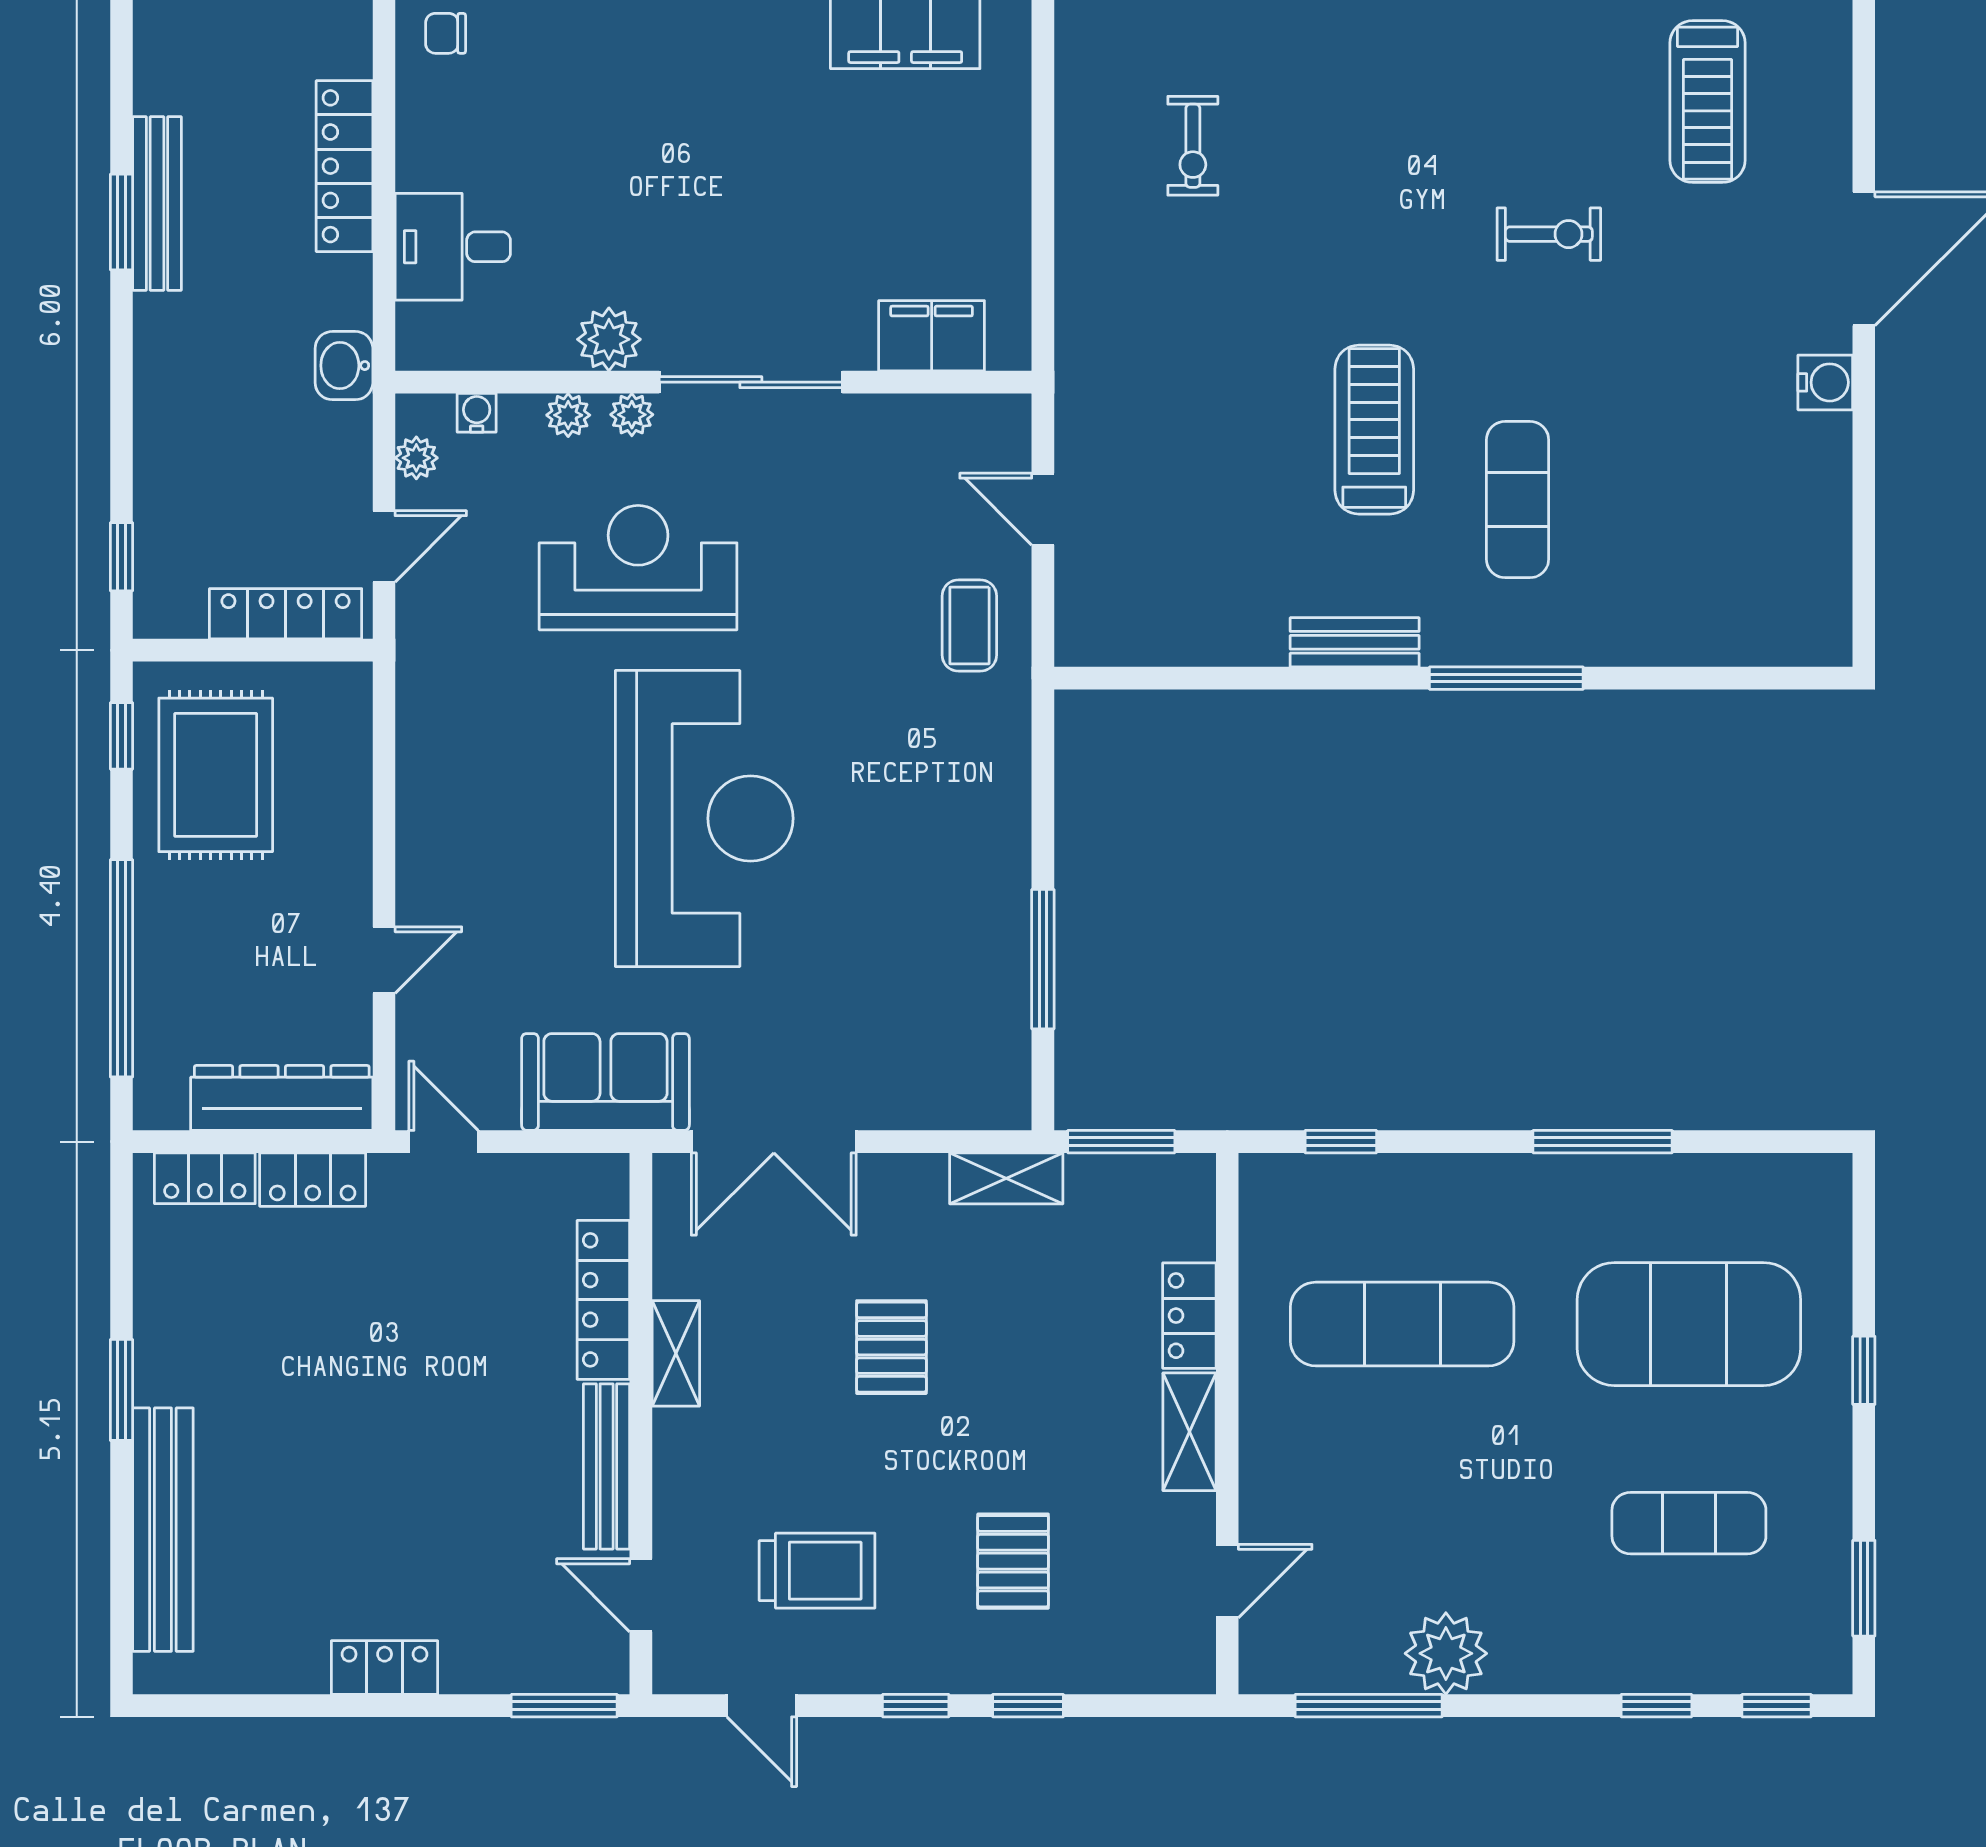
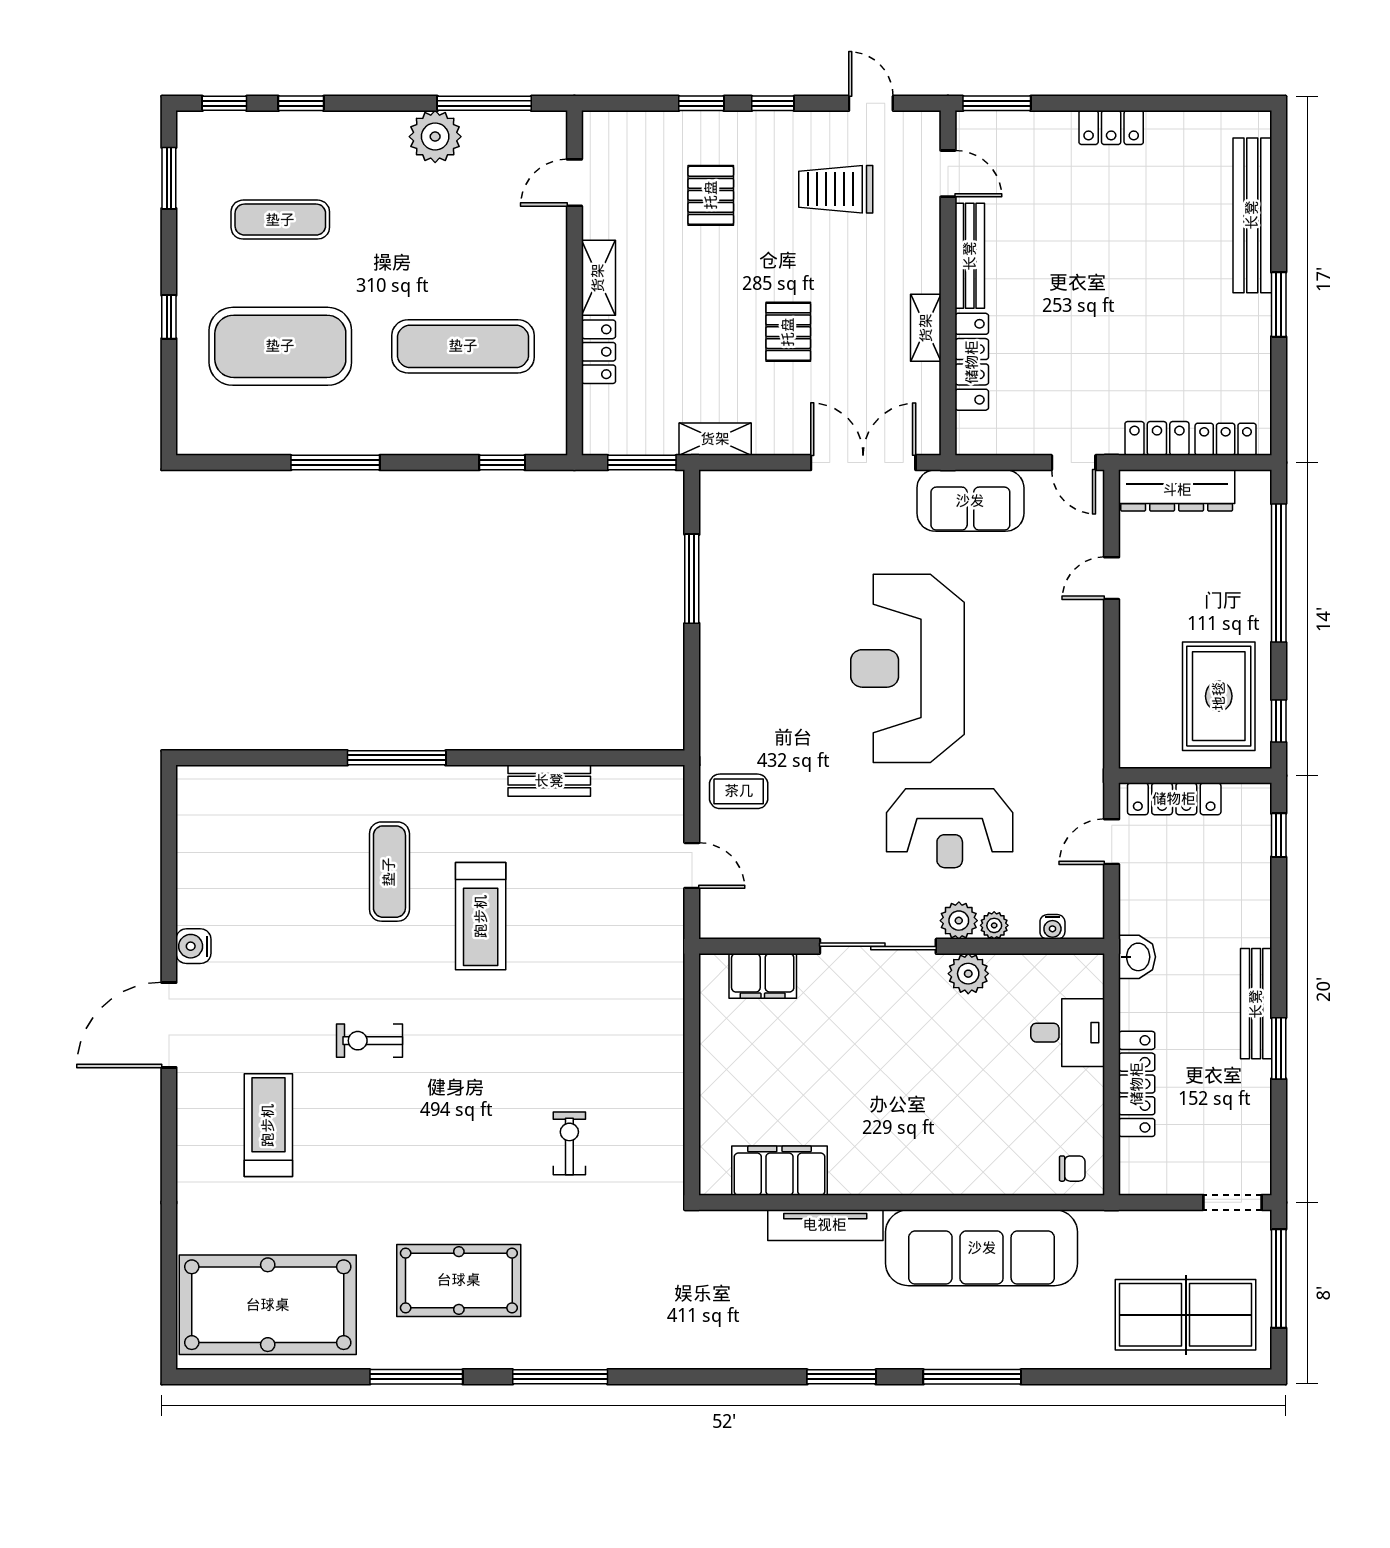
exercise bike: (1193, 146) -> (569, 1143), moved
bench: (157, 203) -> (1256, 1004), moved
plant: (632, 415) -> (959, 921), width x1.38, depth x1.38
plant: (416, 458) -> (1091, 898), removed
coffee table: (969, 626) -> (739, 791), turned 90
bench: (1355, 642) -> (549, 781), moved

